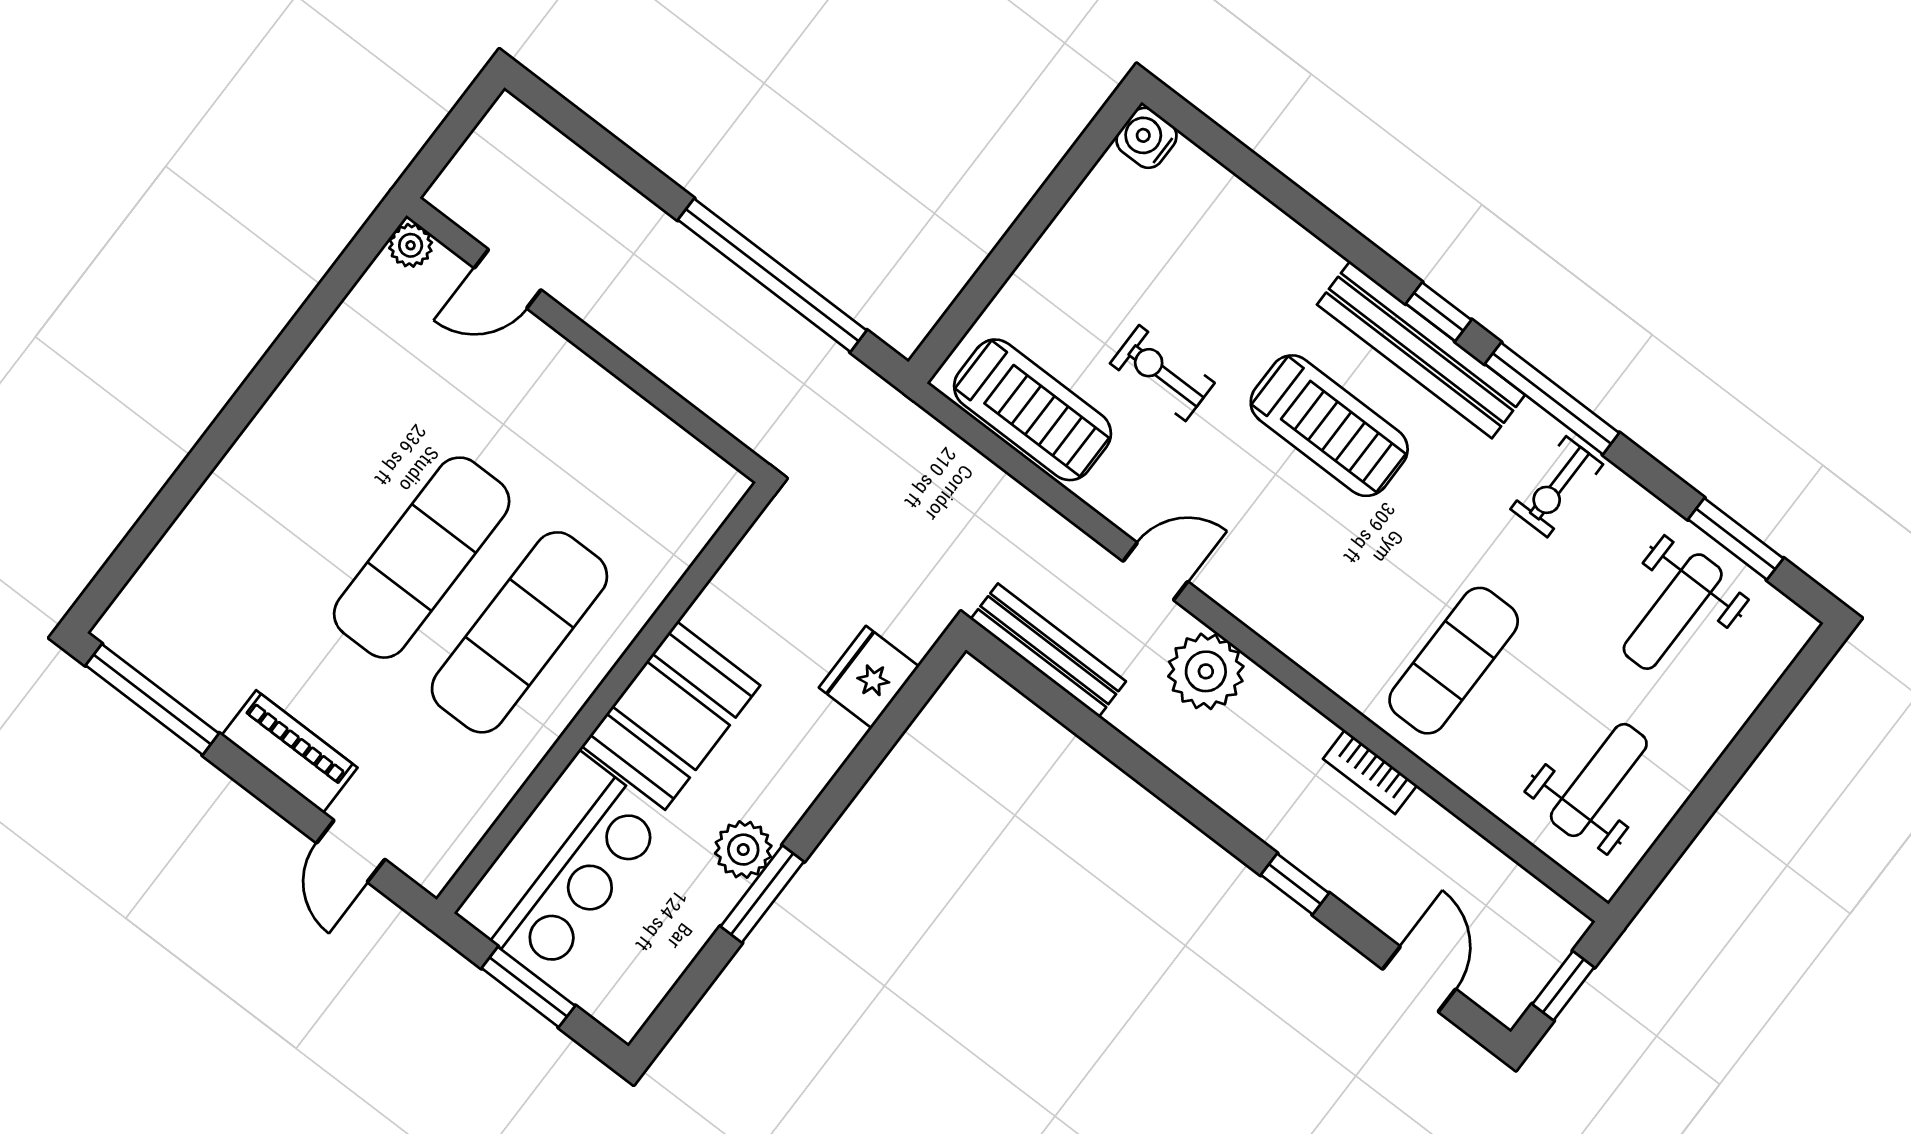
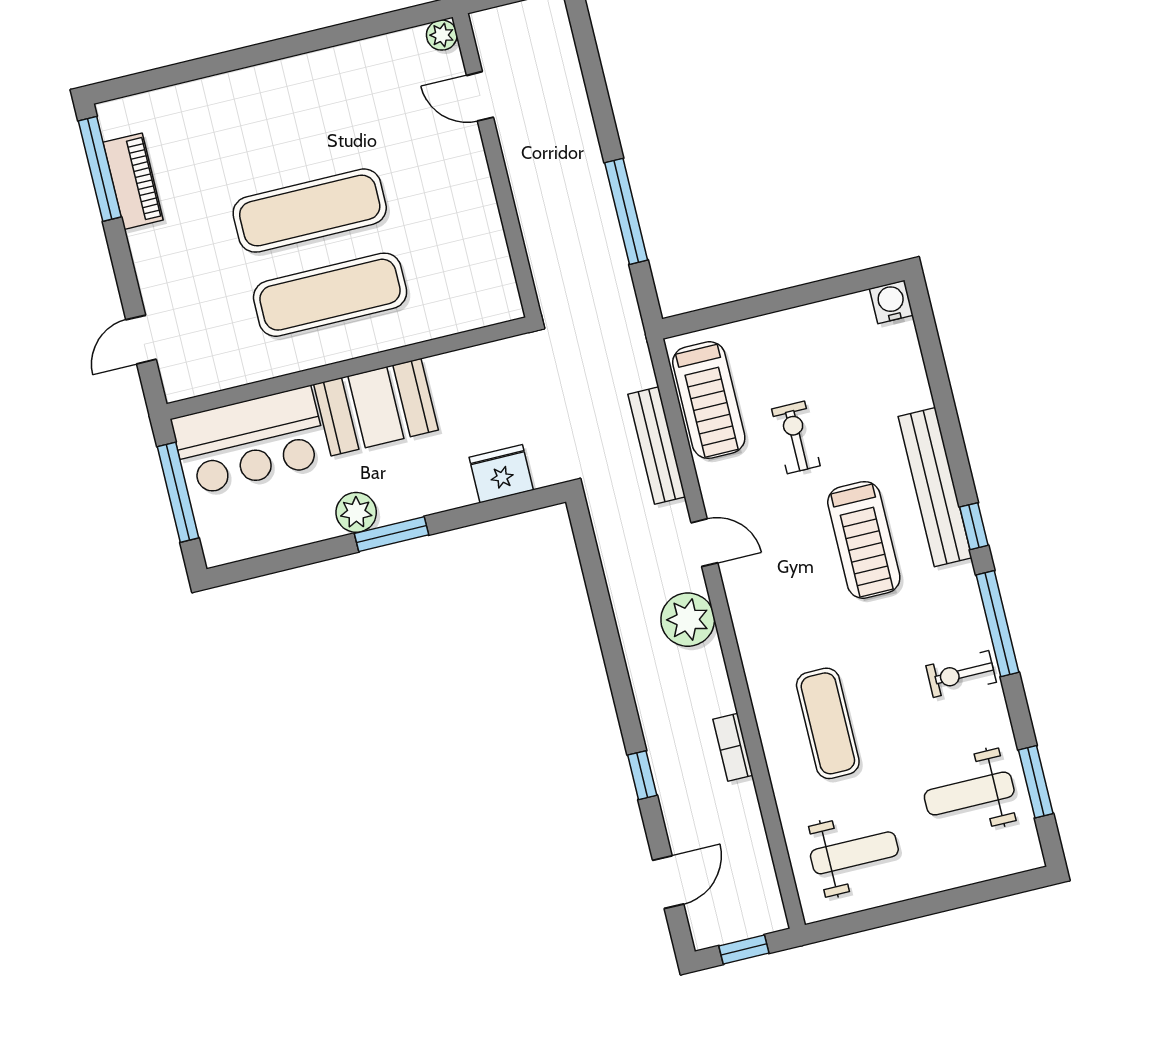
window: (772, 275) -> (626, 211), width x0.68
bench: (1421, 350) -> (935, 487), moved
bench: (1048, 650) -> (657, 446), moved
exercise mat: (1454, 661) -> (828, 723), turned 90
piano: (290, 752) -> (133, 181), moved
window: (762, 894) -> (392, 534), moved
window: (528, 987) -> (178, 492), width x1.44

